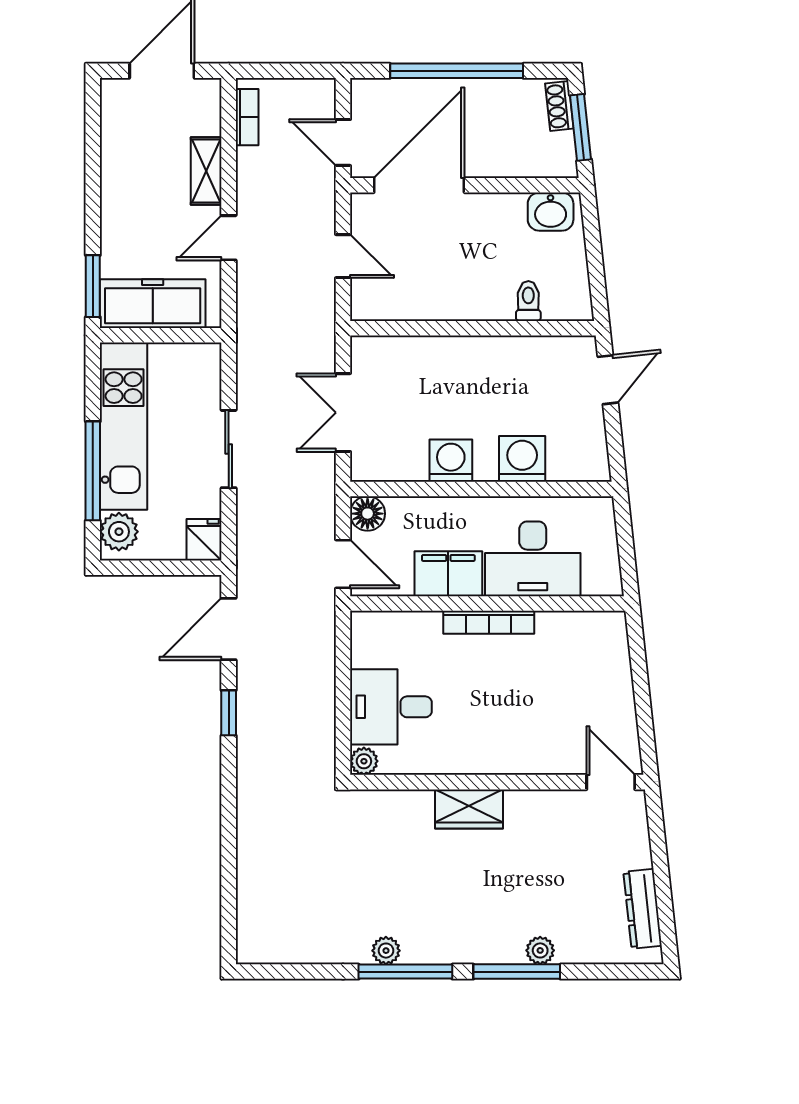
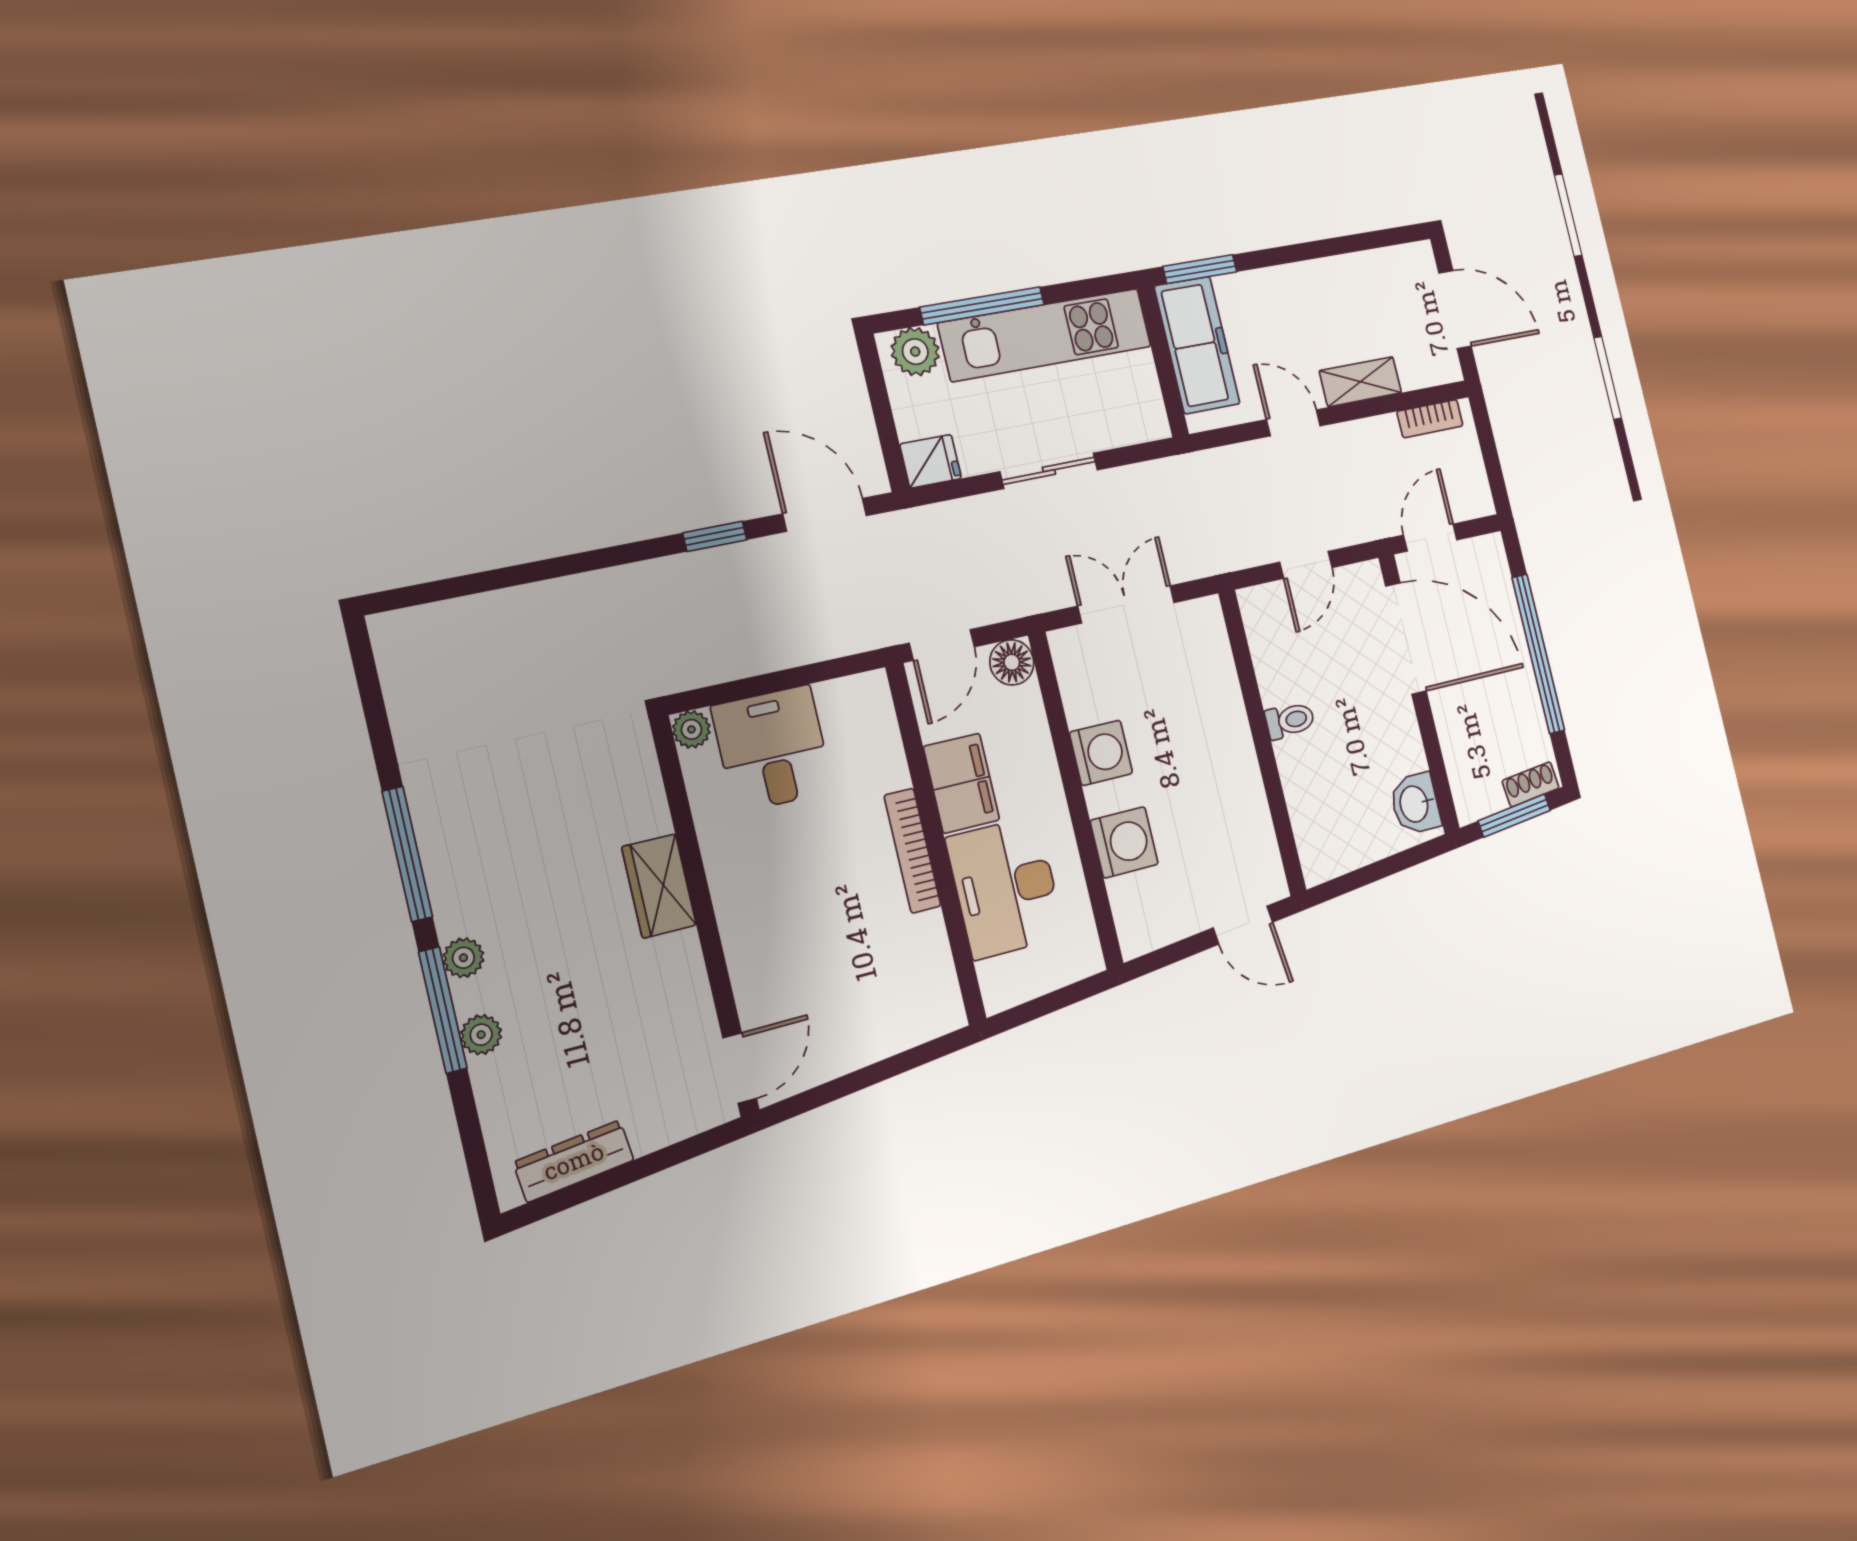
toilet: (528, 301) -> (1290, 720), moved
plant: (386, 951) -> (463, 958), moved

